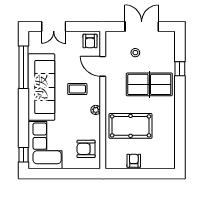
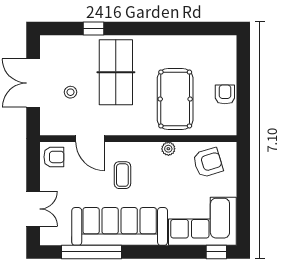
door: (103, 66) -> (90, 139), hinge flipped
plant: (96, 110) -> (168, 149), moved
armchair: (86, 149) -> (208, 163), turned -107
armchair: (134, 161) -> (225, 94), turned 90

